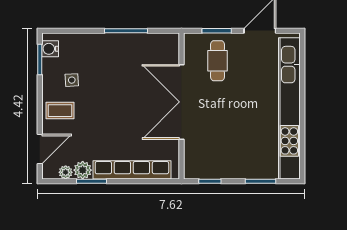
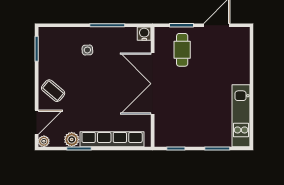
water cooler: (50, 49) -> (144, 34), moved, turned 90
side table: (72, 80) -> (87, 50), moved
kitchen unit: (289, 108) -> (241, 116), width x0.54
coffee table: (60, 111) -> (53, 91), turned 40
plant: (66, 172) -> (44, 141), moved

